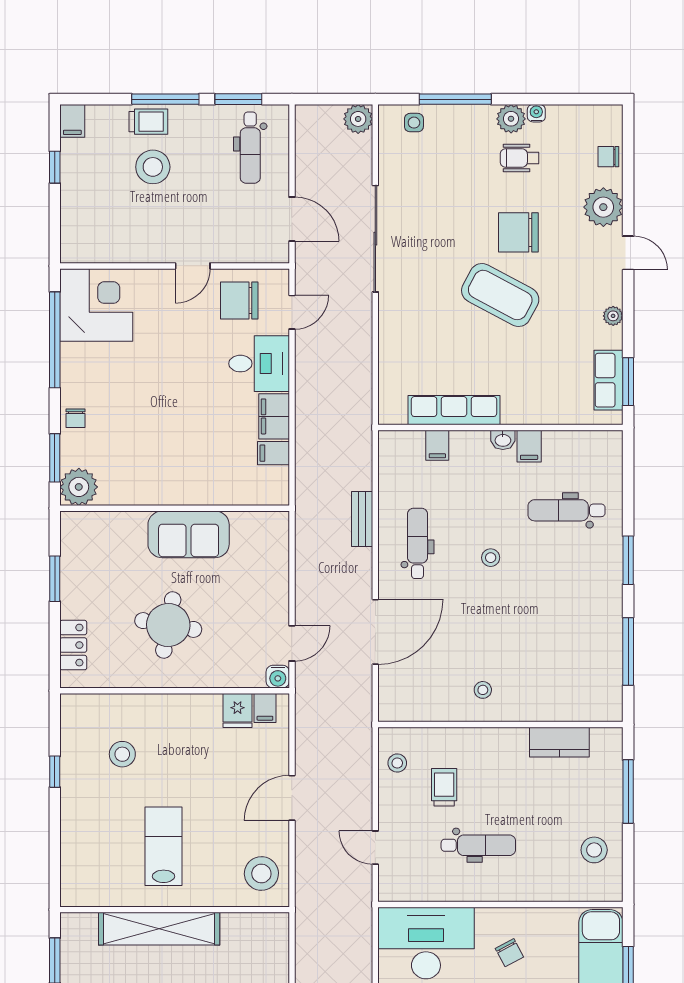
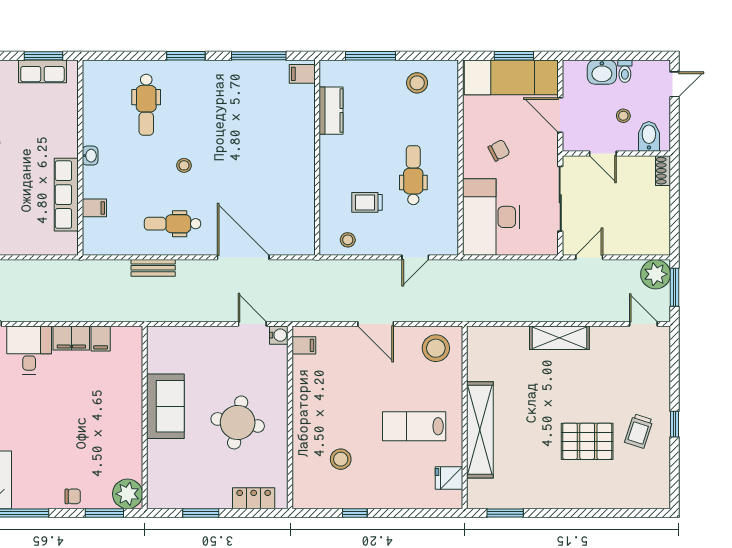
filing cabinet: (529, 446) -> (302, 74), moved, turned 180
stool: (483, 690) -> (289, 172), removed
fridge: (238, 710) -> (449, 478), moved, turned 180

